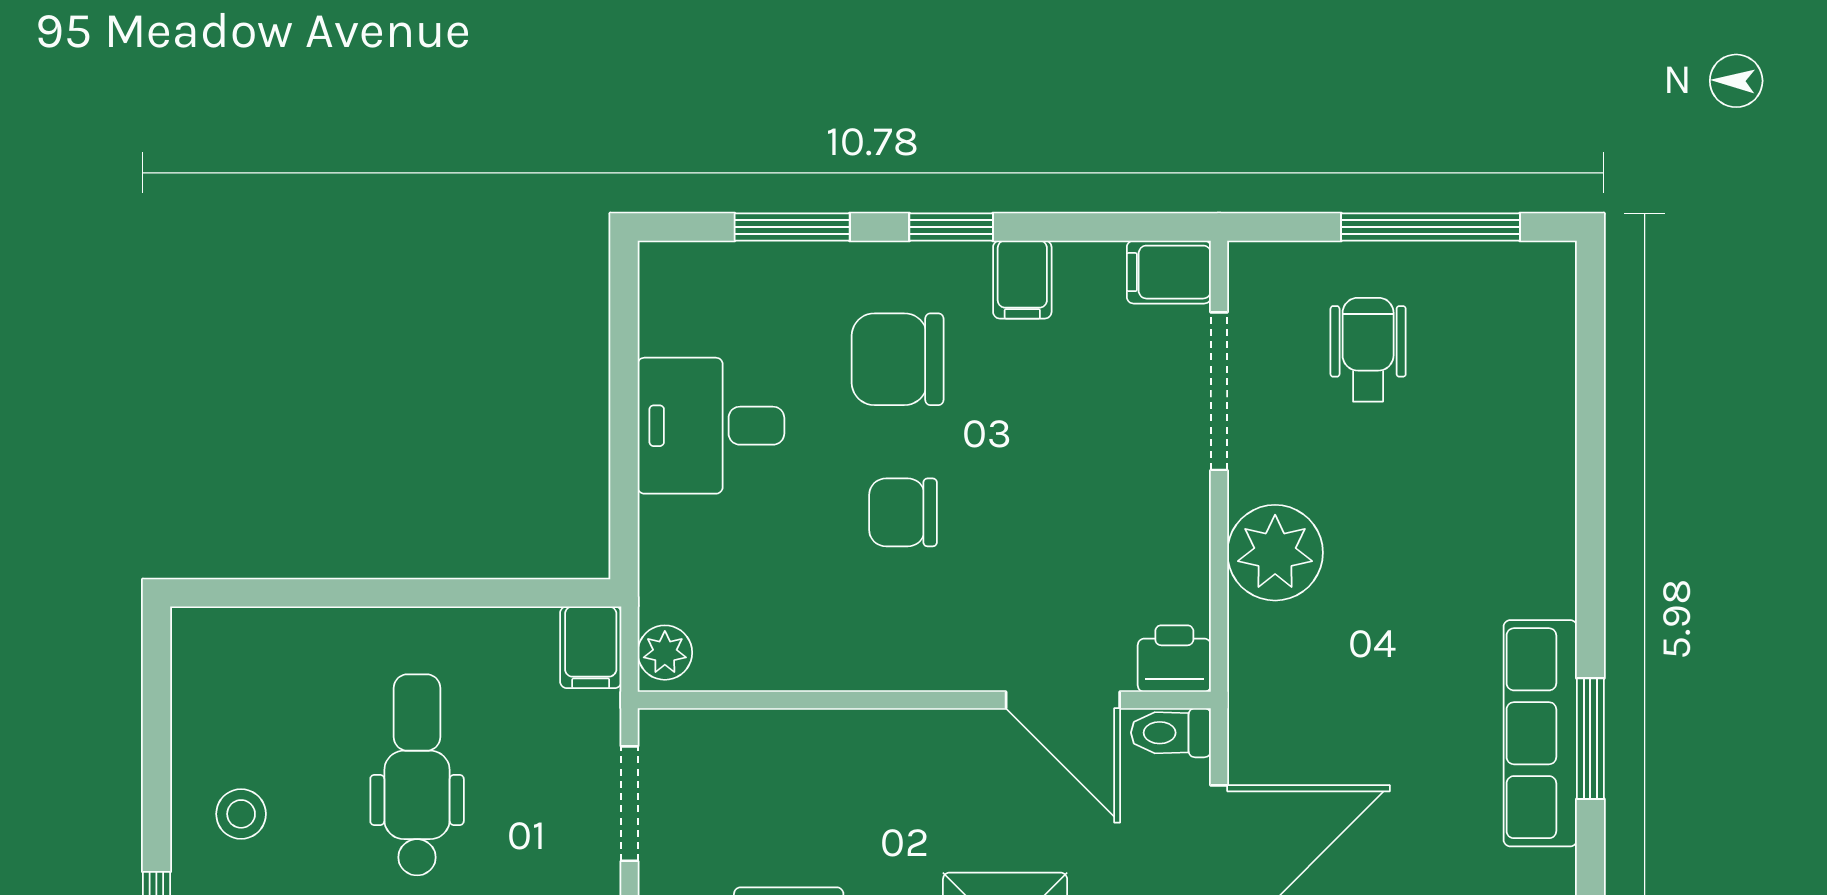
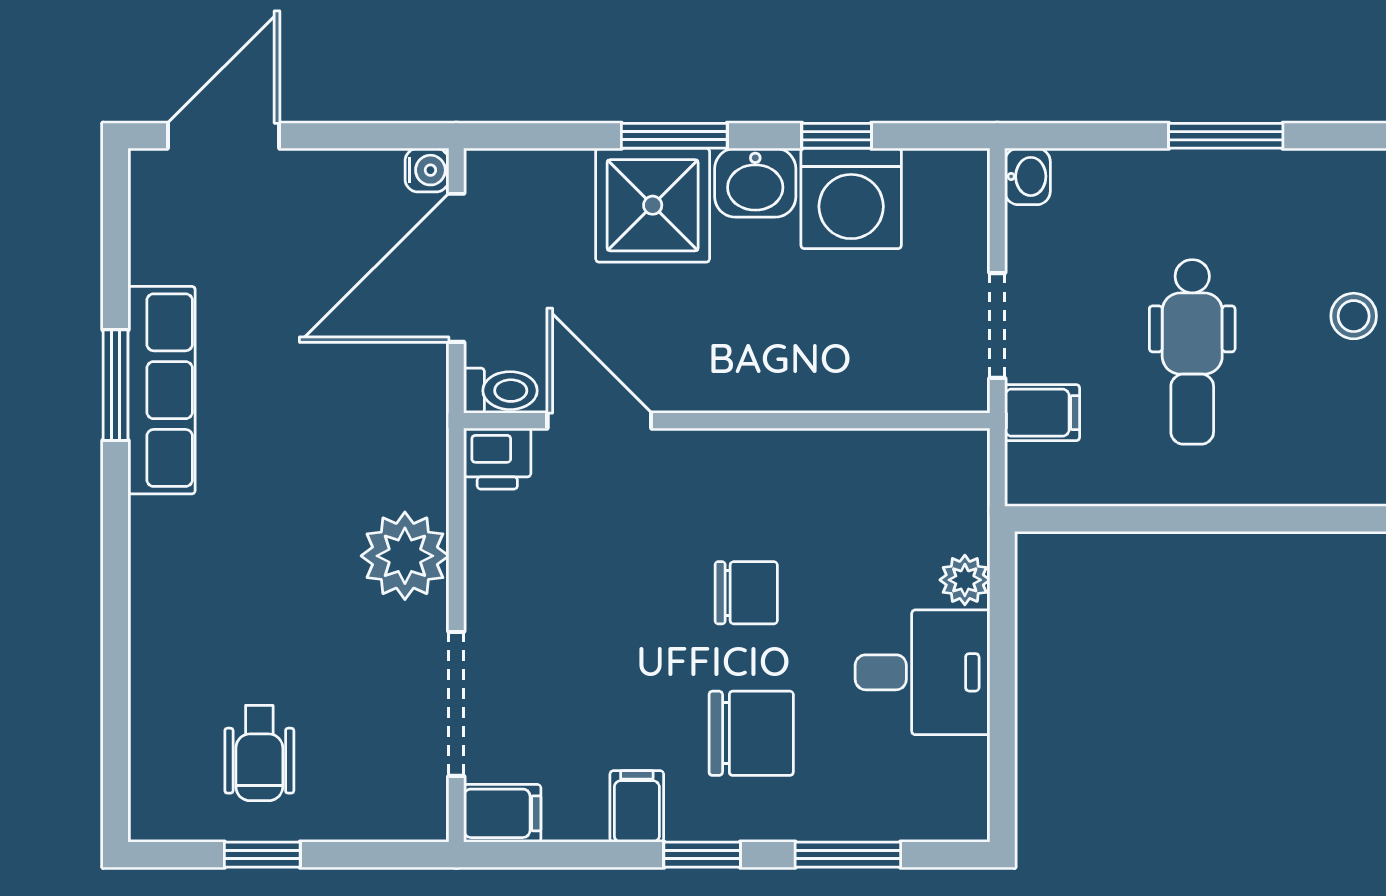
window: (1431, 227) -> (262, 855), width x0.46
wheelchair: (1368, 350) -> (259, 753), moved
filing cabinet: (591, 647) -> (1042, 413), moved, turned 90
plant: (665, 653) -> (965, 580), moved

